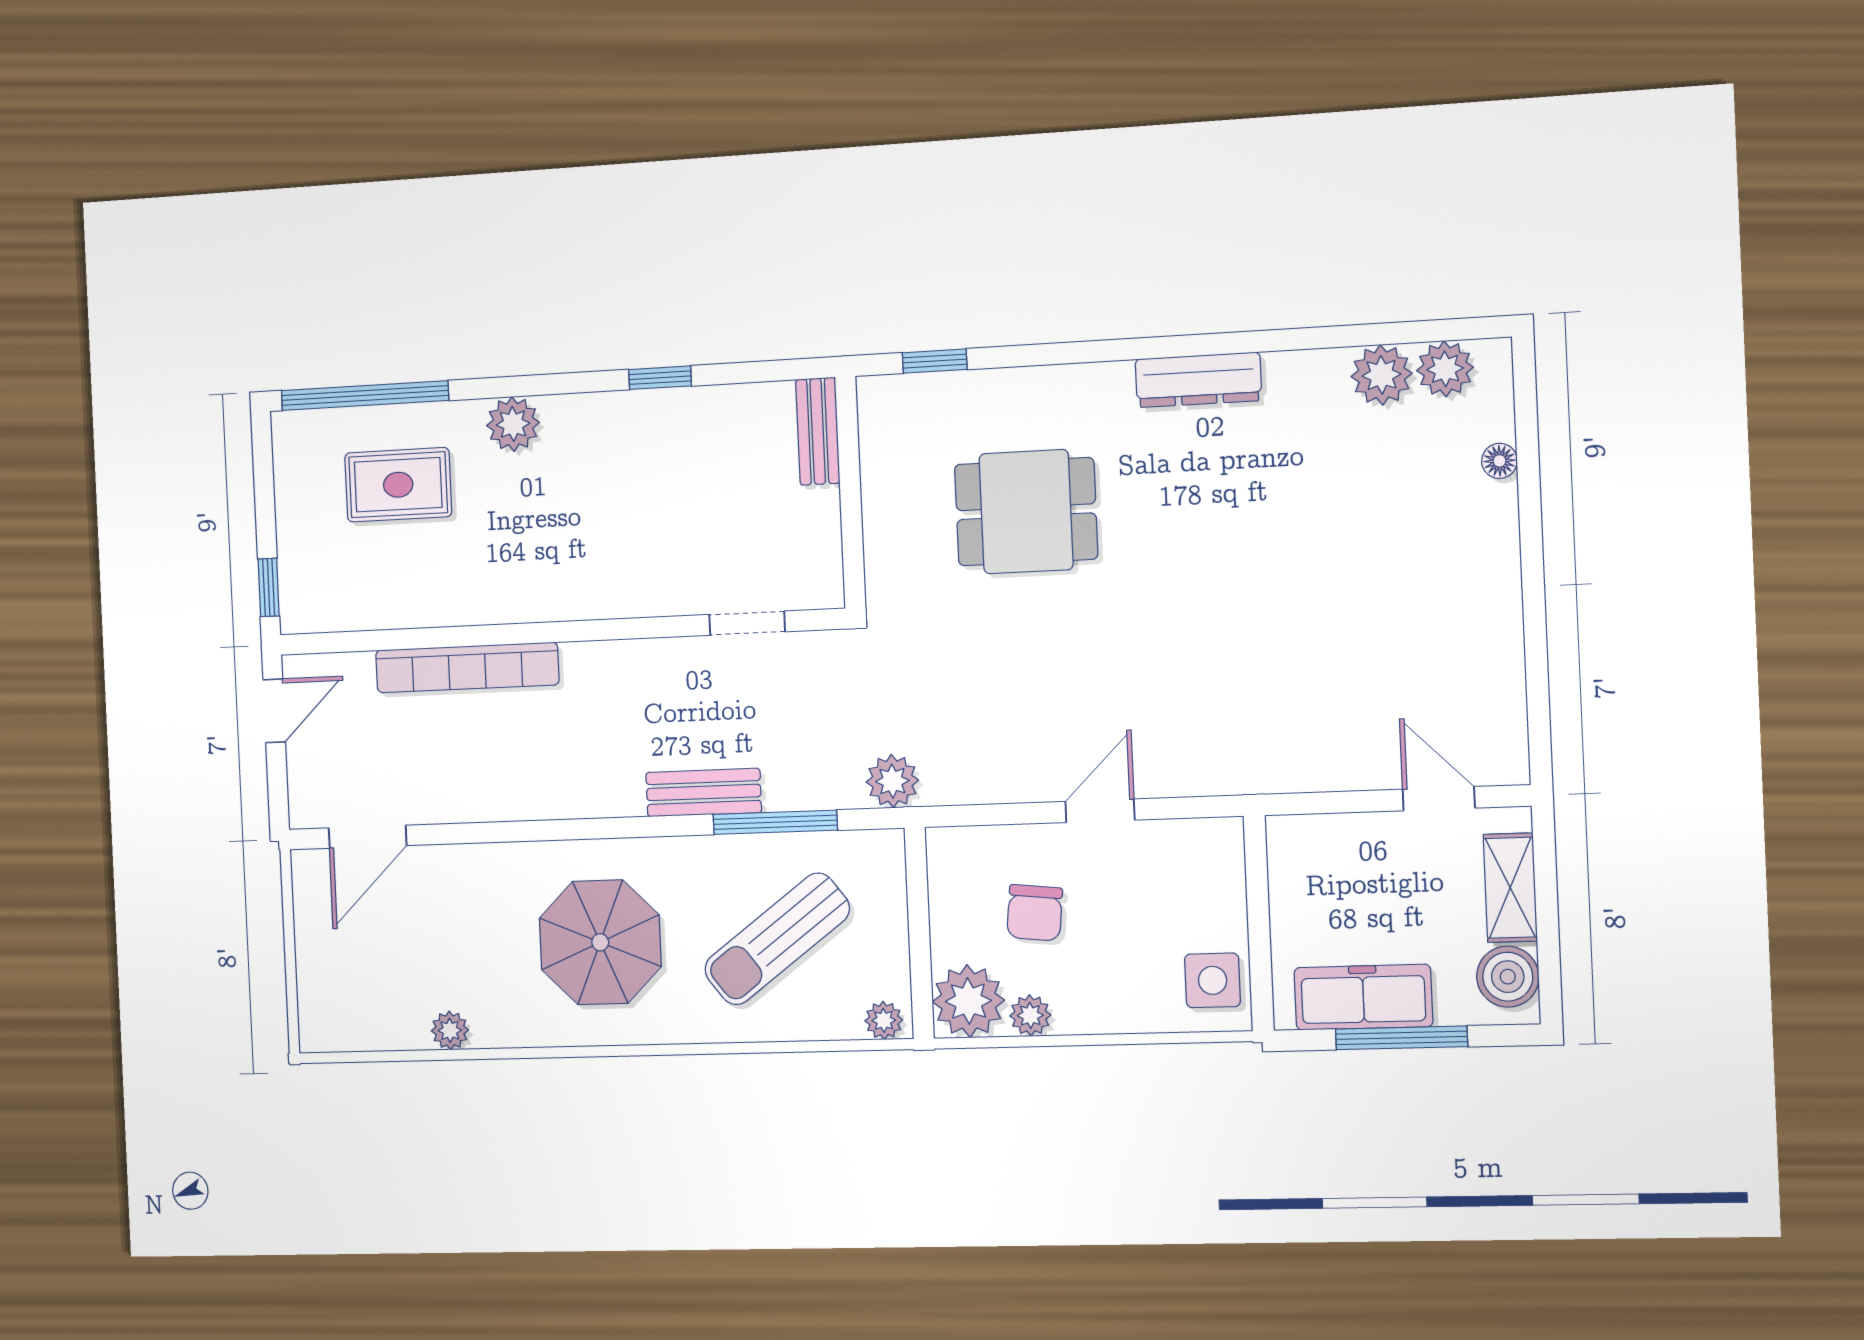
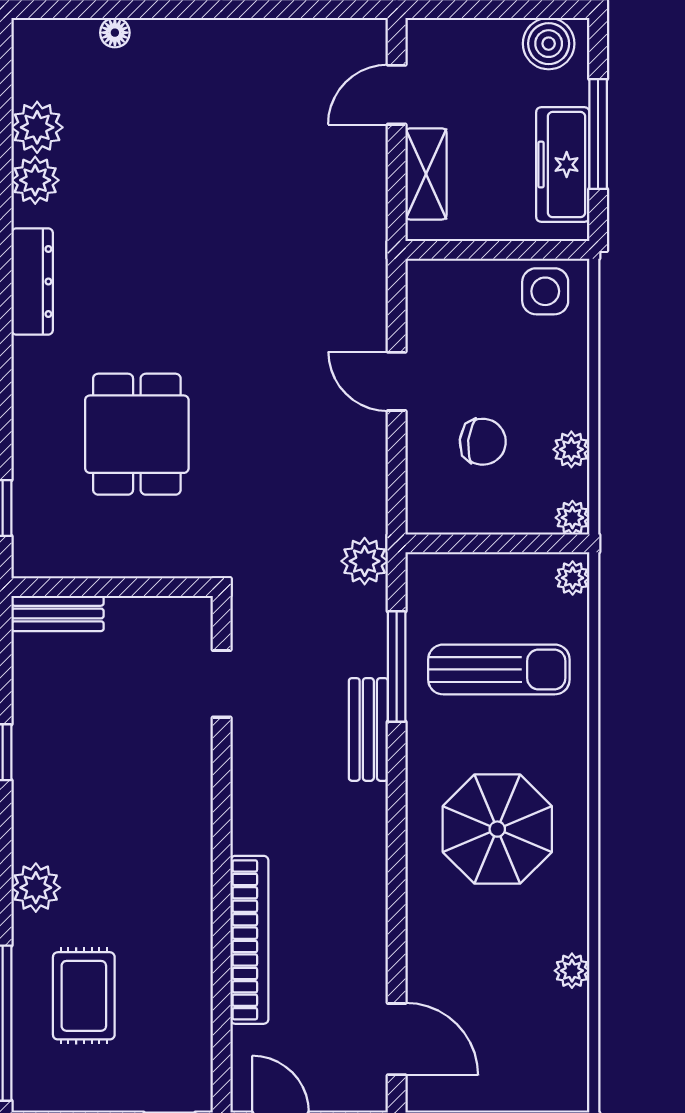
plant: (1445, 369) -> (35, 180), moved
shelving: (1510, 888) -> (426, 174), moved, turned 90
sun lounger: (777, 939) -> (499, 669), turned -53
plant: (968, 1001) -> (572, 518), width x0.53, depth x0.53

